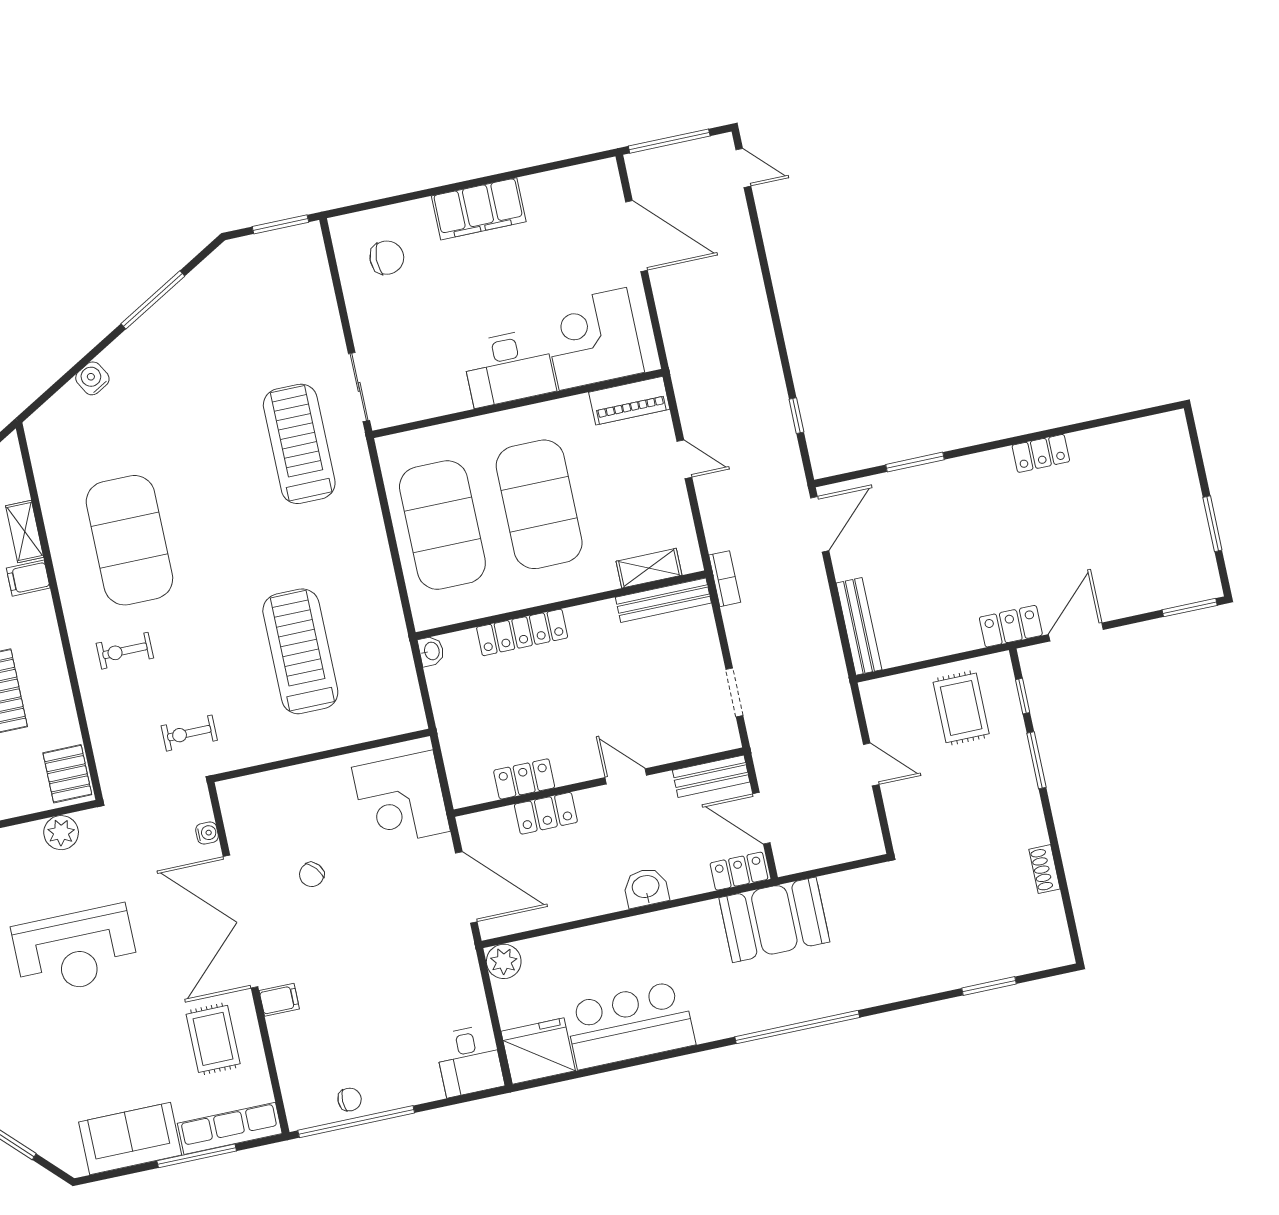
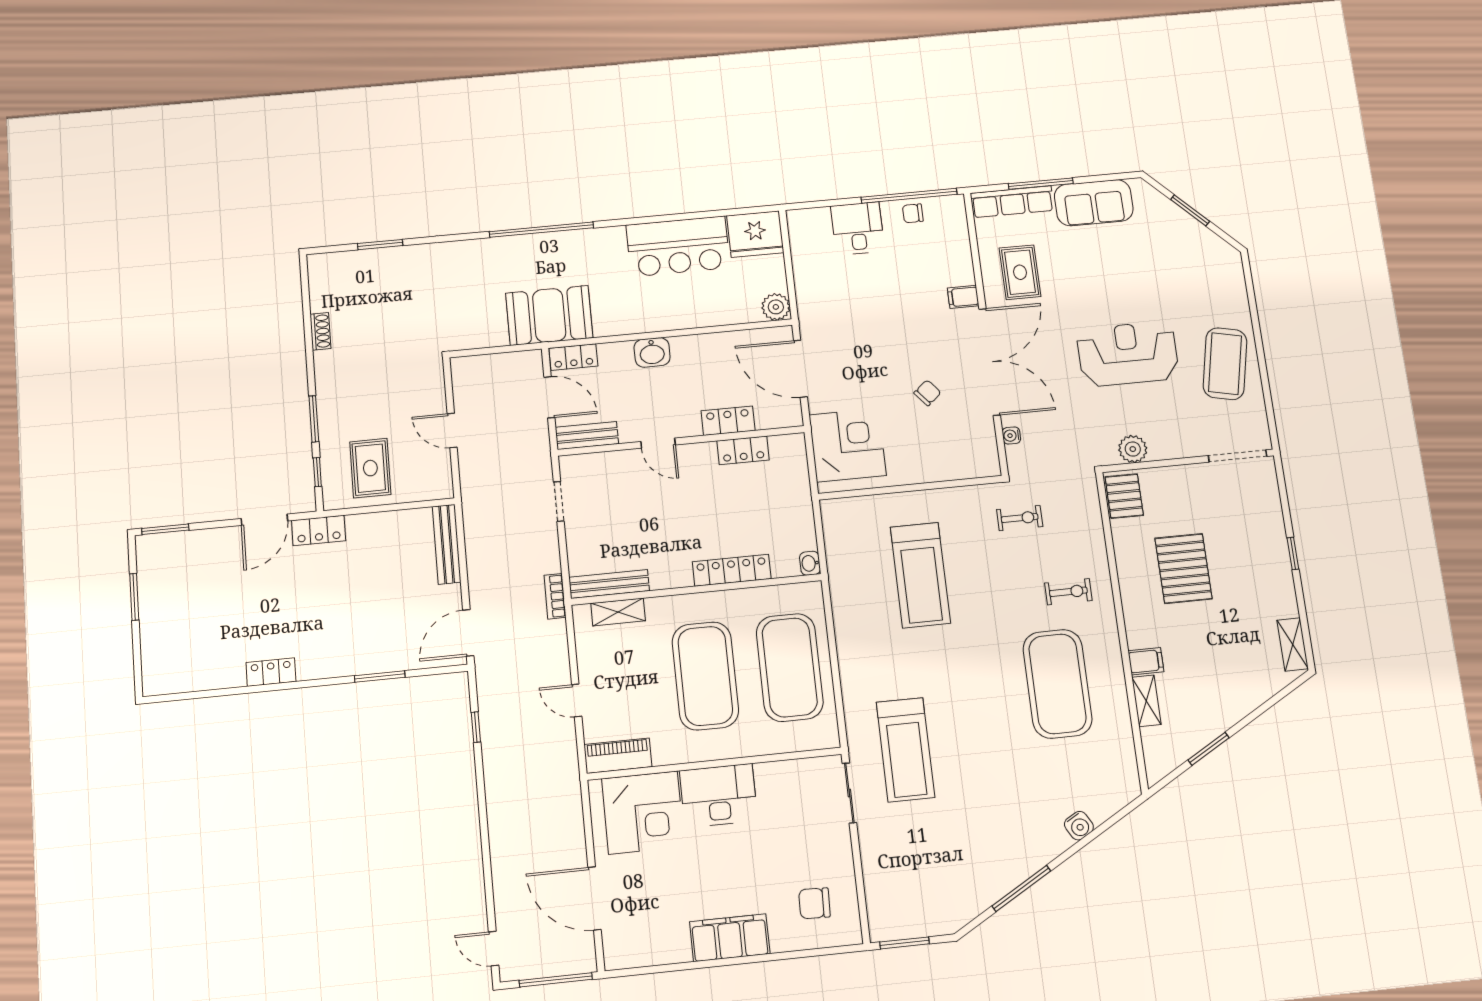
desk: (469, 1061) -> (858, 228), moved

